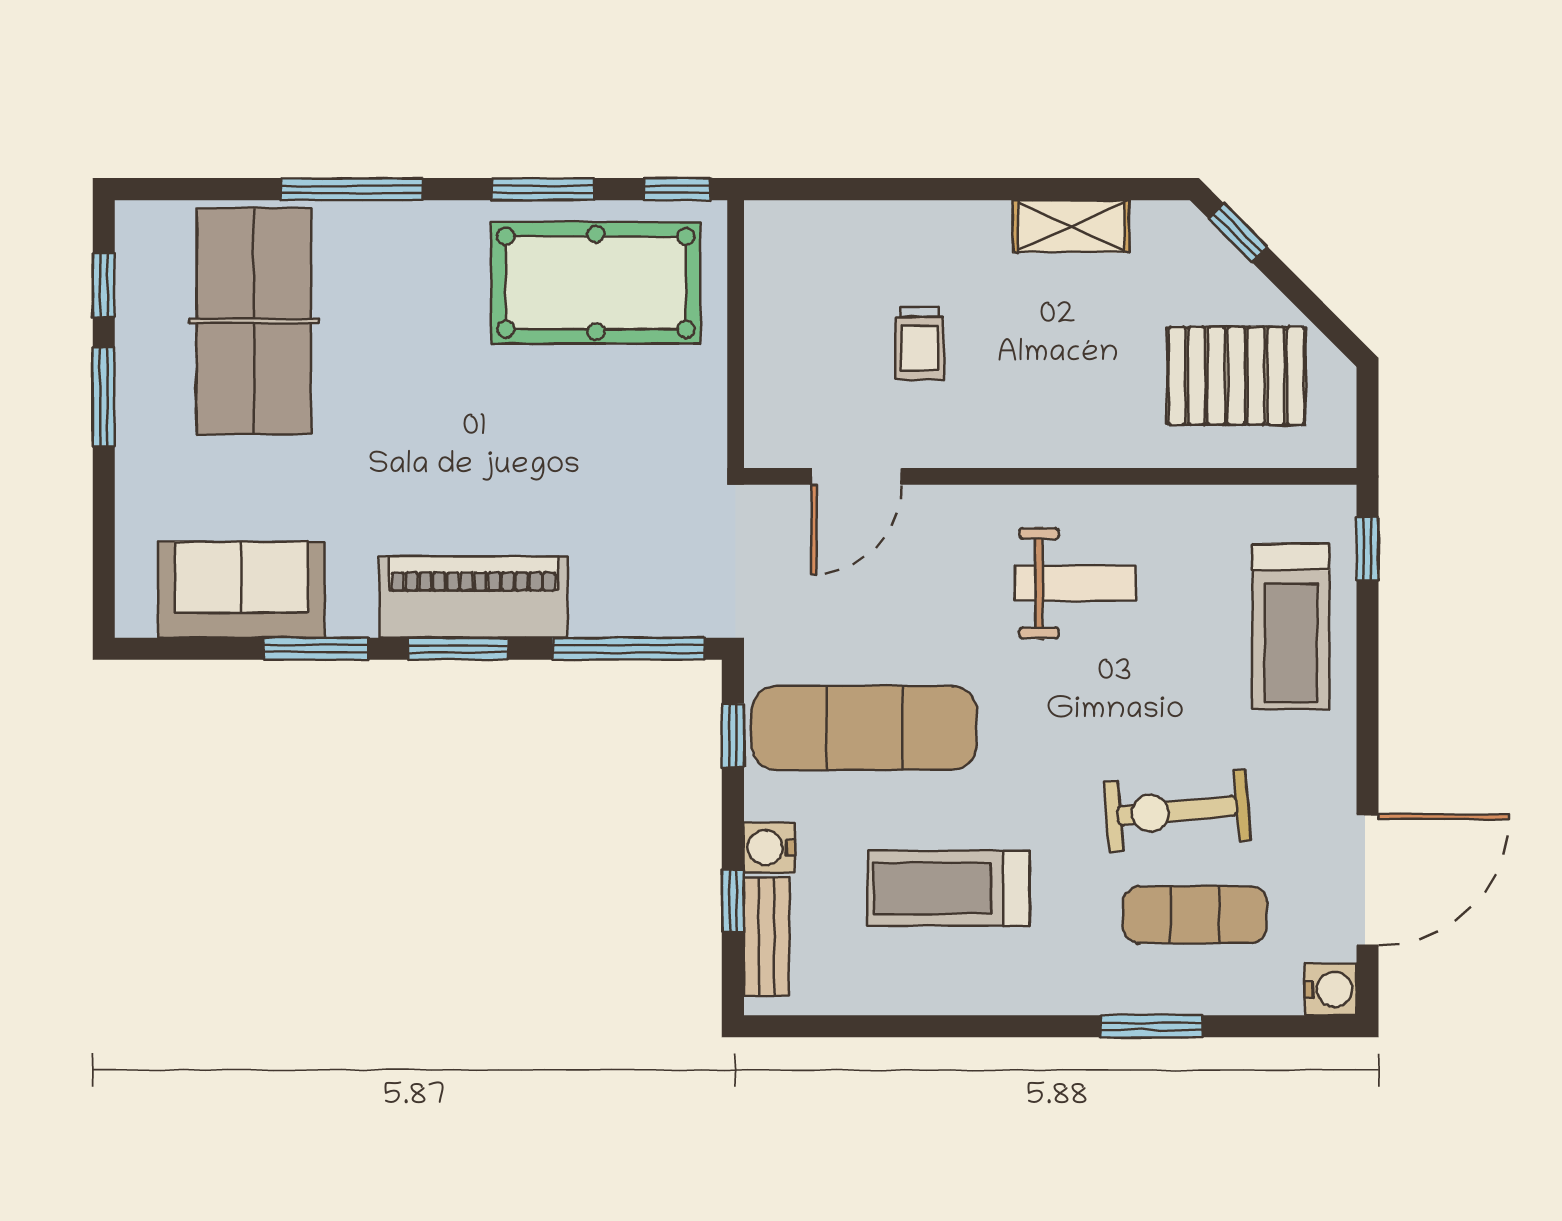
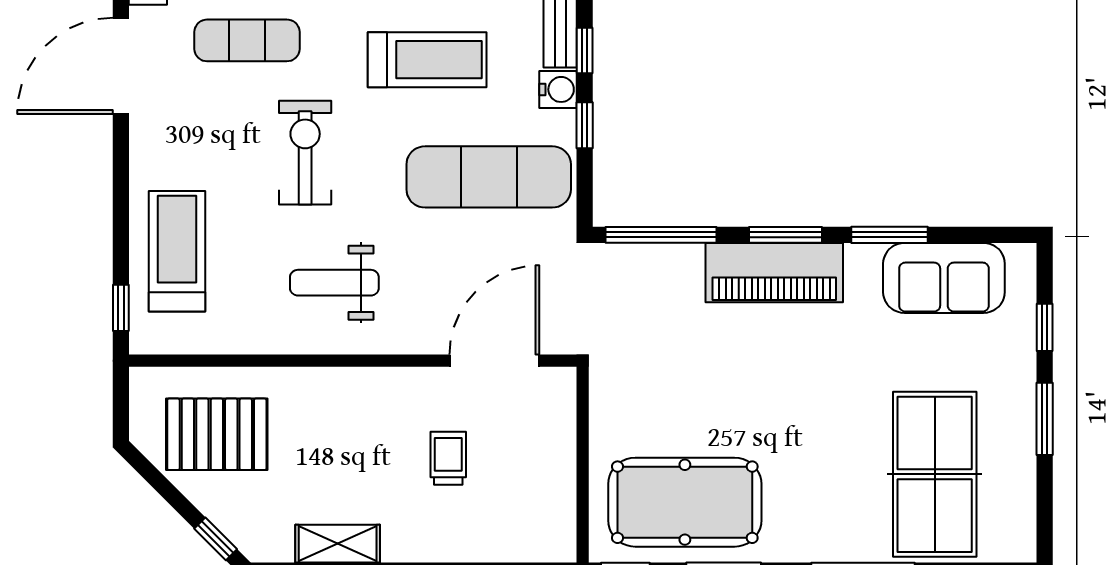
window: (104, 285) -> (1045, 327), moved
door: (856, 476) -> (494, 361), width x1.36
window: (733, 735) -> (585, 125), moved
exercise bike: (1177, 811) -> (305, 153), moved, turned -85

